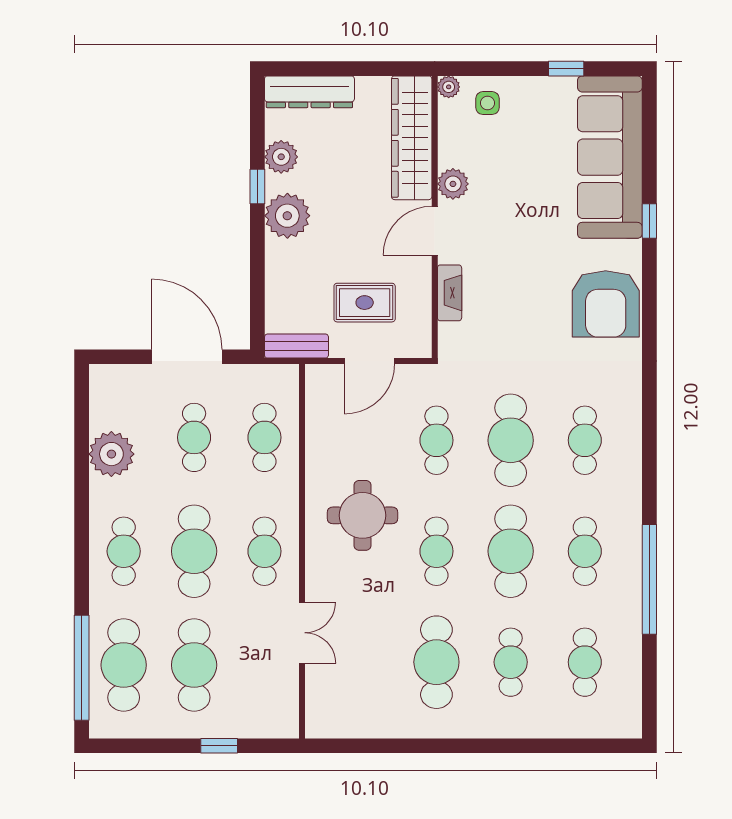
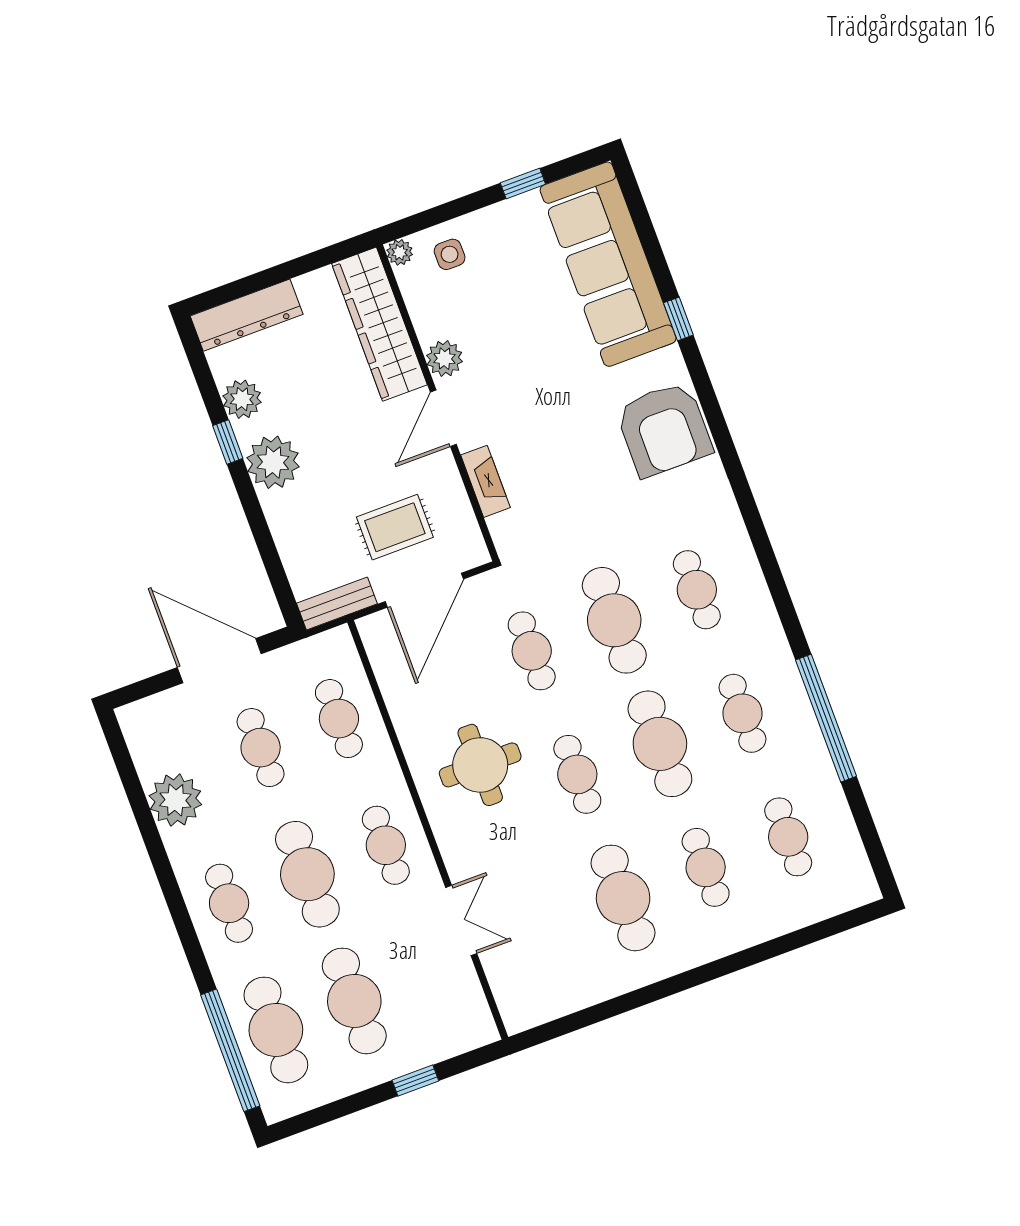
door: (369, 361) -> (424, 590), width x1.36

